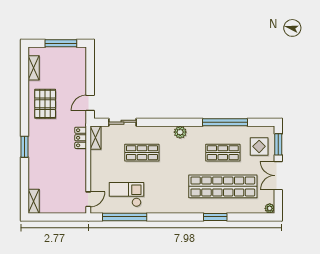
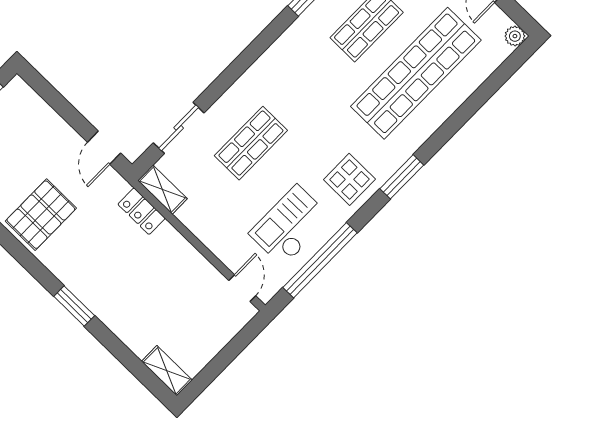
pallet: (45, 104) -> (41, 215), turned 90
plant: (180, 132) -> (276, 58), removed
display table: (163, 200) -> (349, 179), added
window: (215, 217) -> (402, 177), moved

